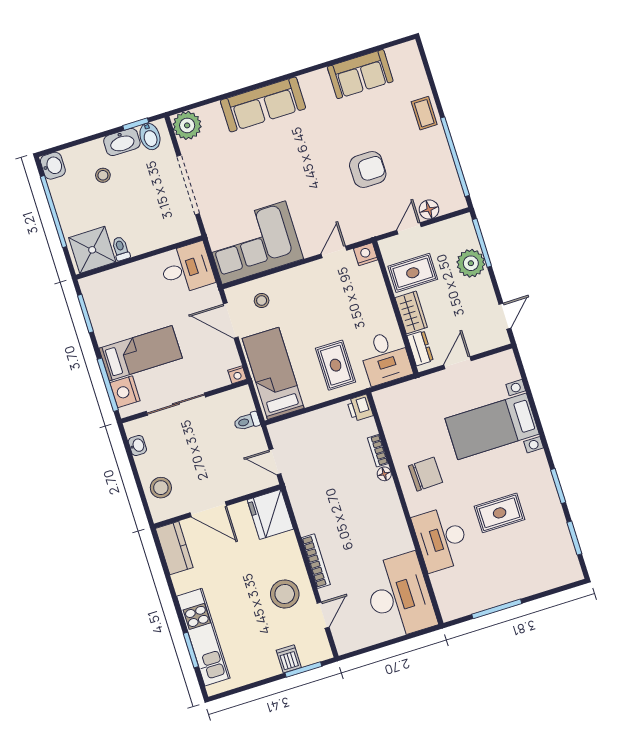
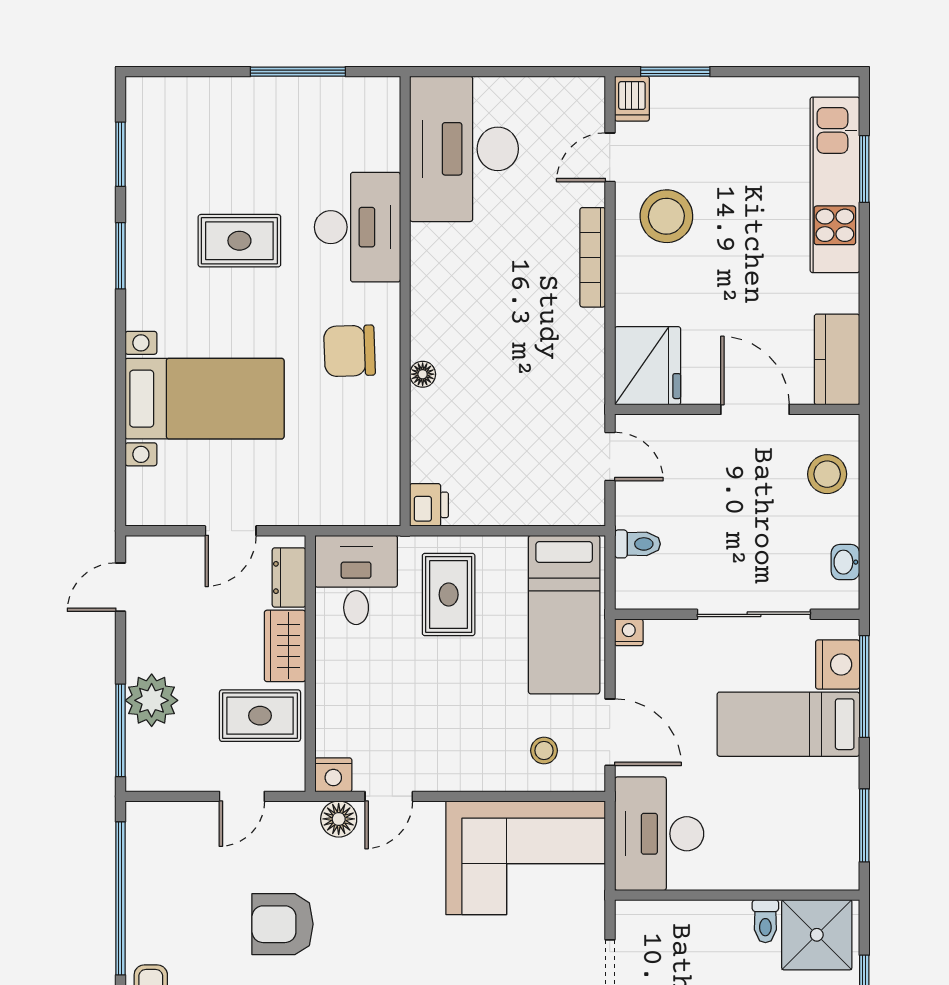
floor lamp: (429, 210) -> (339, 819), moved
desk: (187, 268) -> (659, 834), width x1.37
bookcase: (378, 451) -> (421, 419), removed
dishwasher: (289, 659) -> (632, 99), moved

